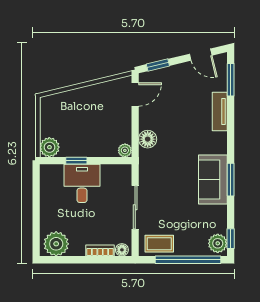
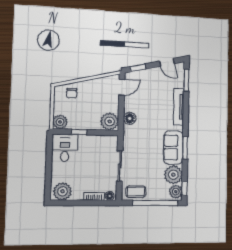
chair: (64, 106) -> (72, 93), added
tv unit: (220, 112) -> (179, 107), width x1.41
plant: (125, 150) -> (110, 122), width x1.87, depth x1.87
desk: (82, 183) -> (65, 148), moved
plant: (214, 219) -> (173, 175), added

